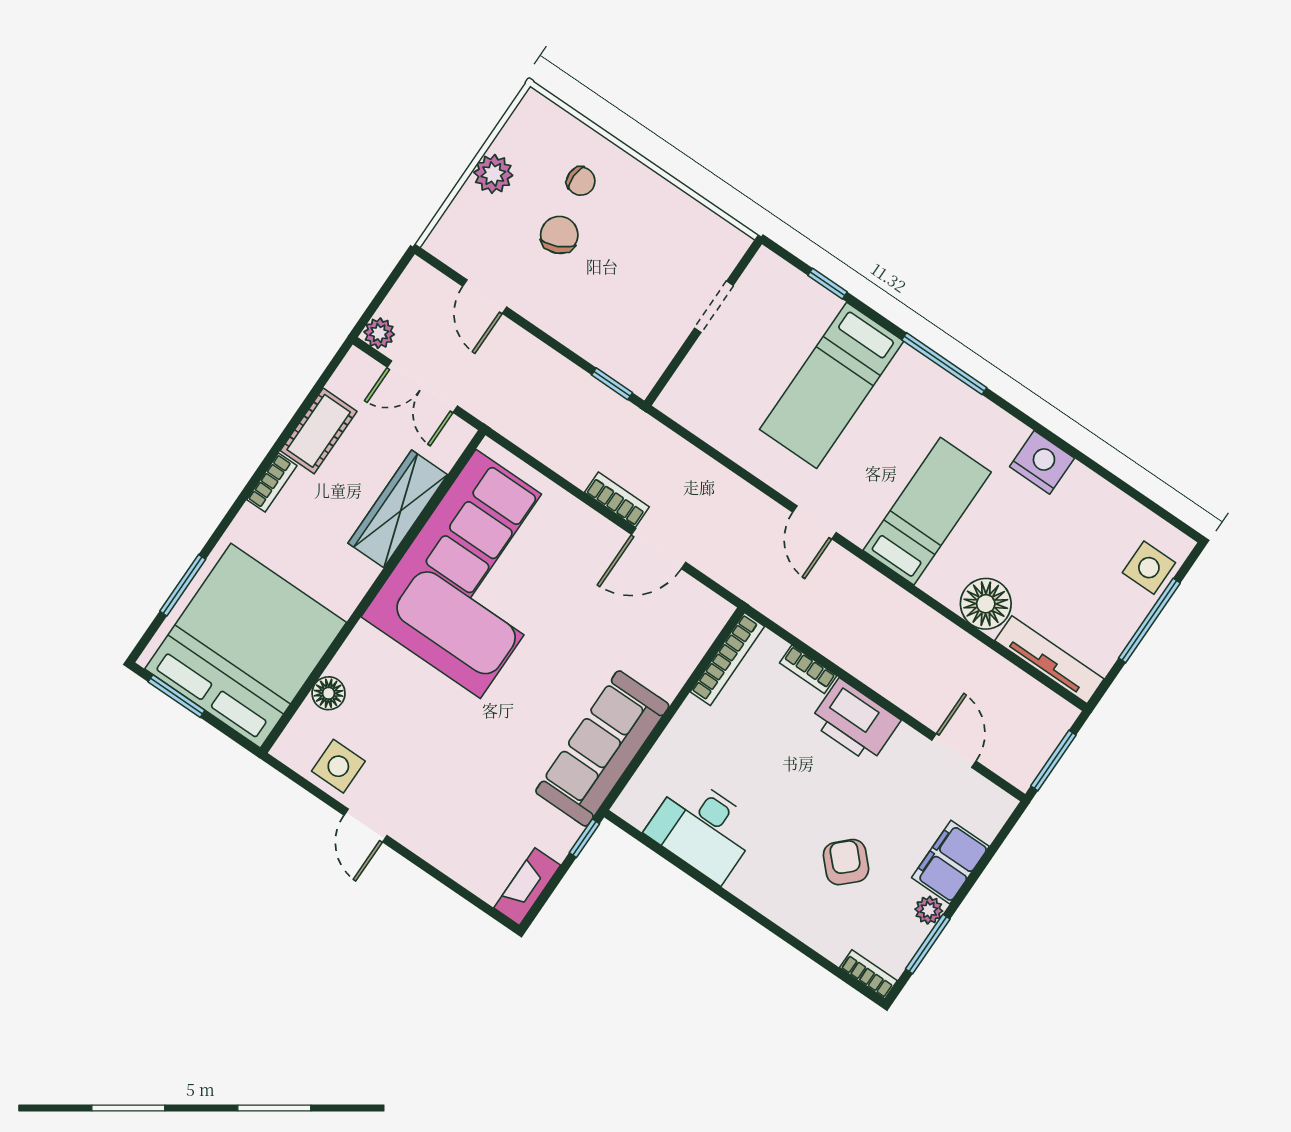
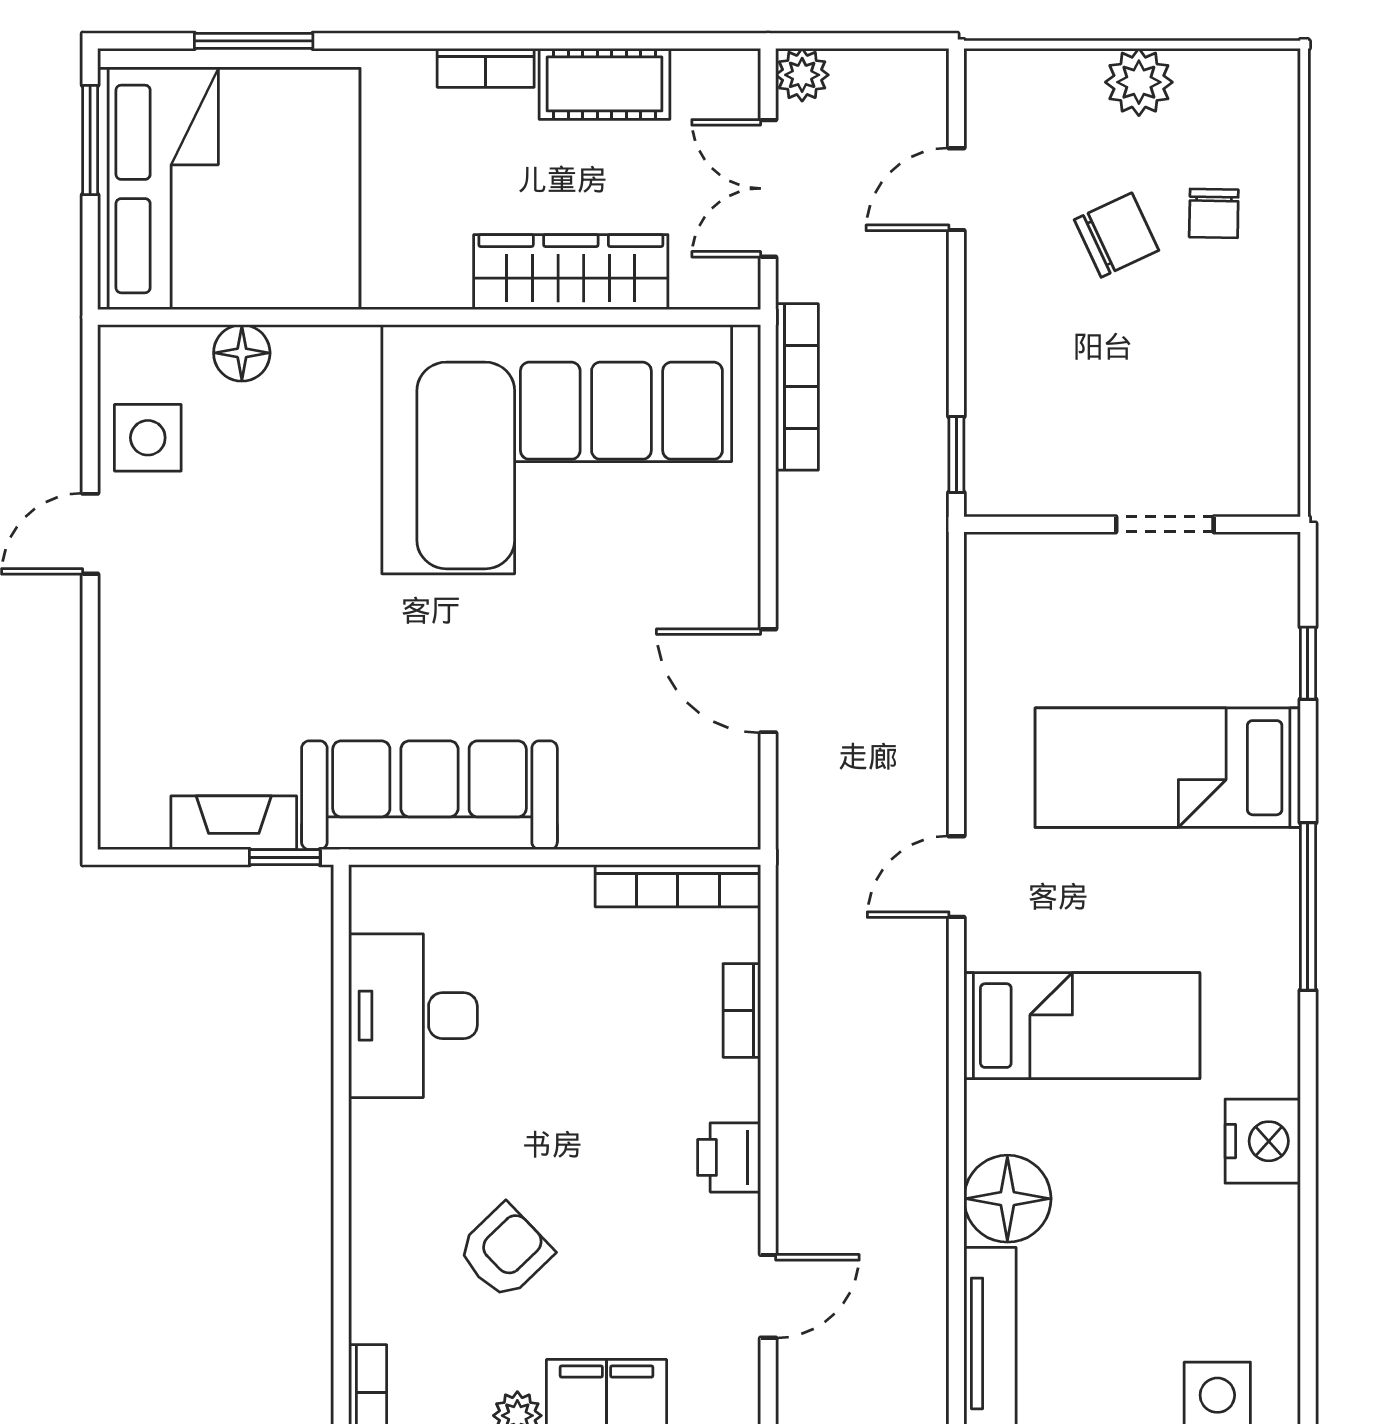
bookcase: (617, 500) -> (797, 387), moved, width x1.56
printer: (855, 721) -> (729, 1157), width x0.53, depth x0.68
fireplace: (527, 887) -> (234, 823), moved

